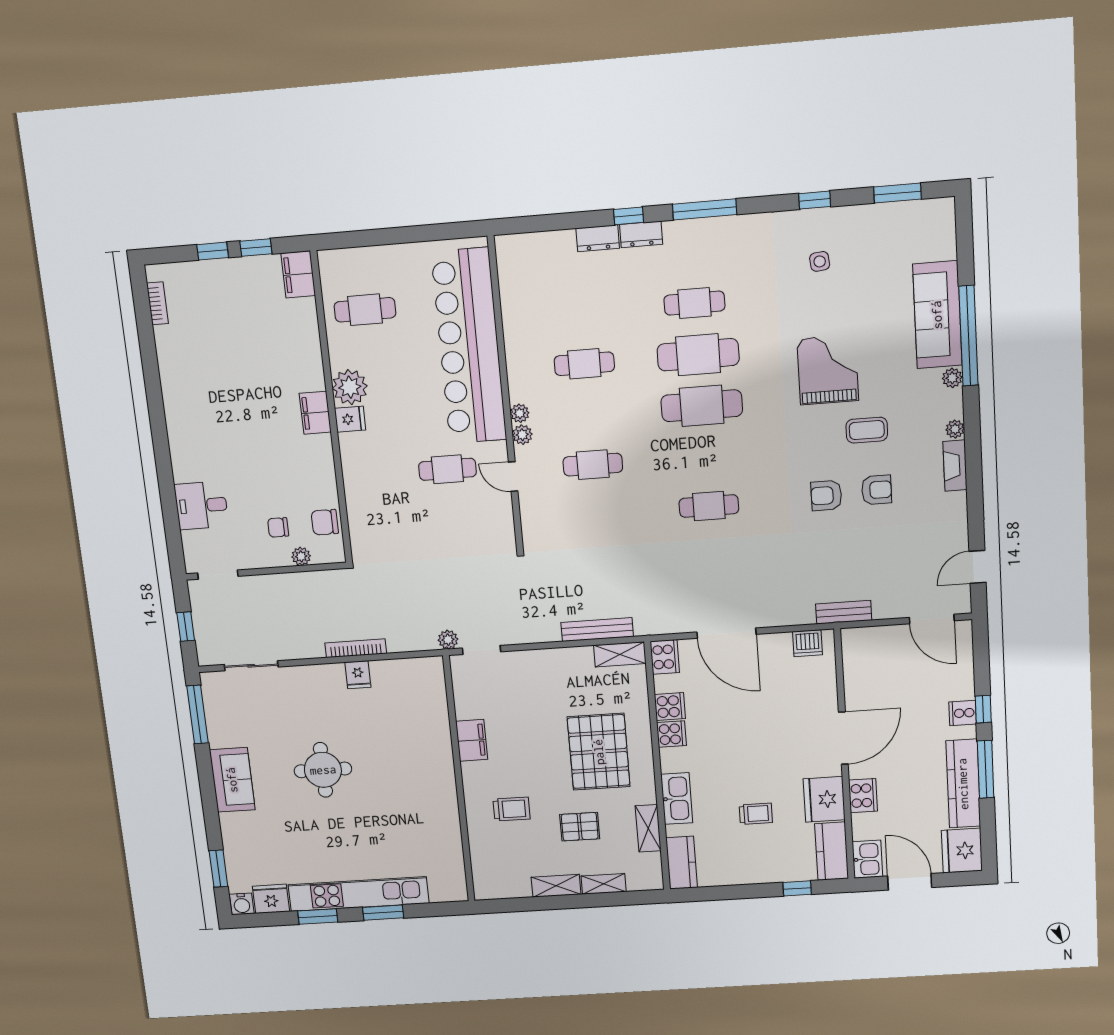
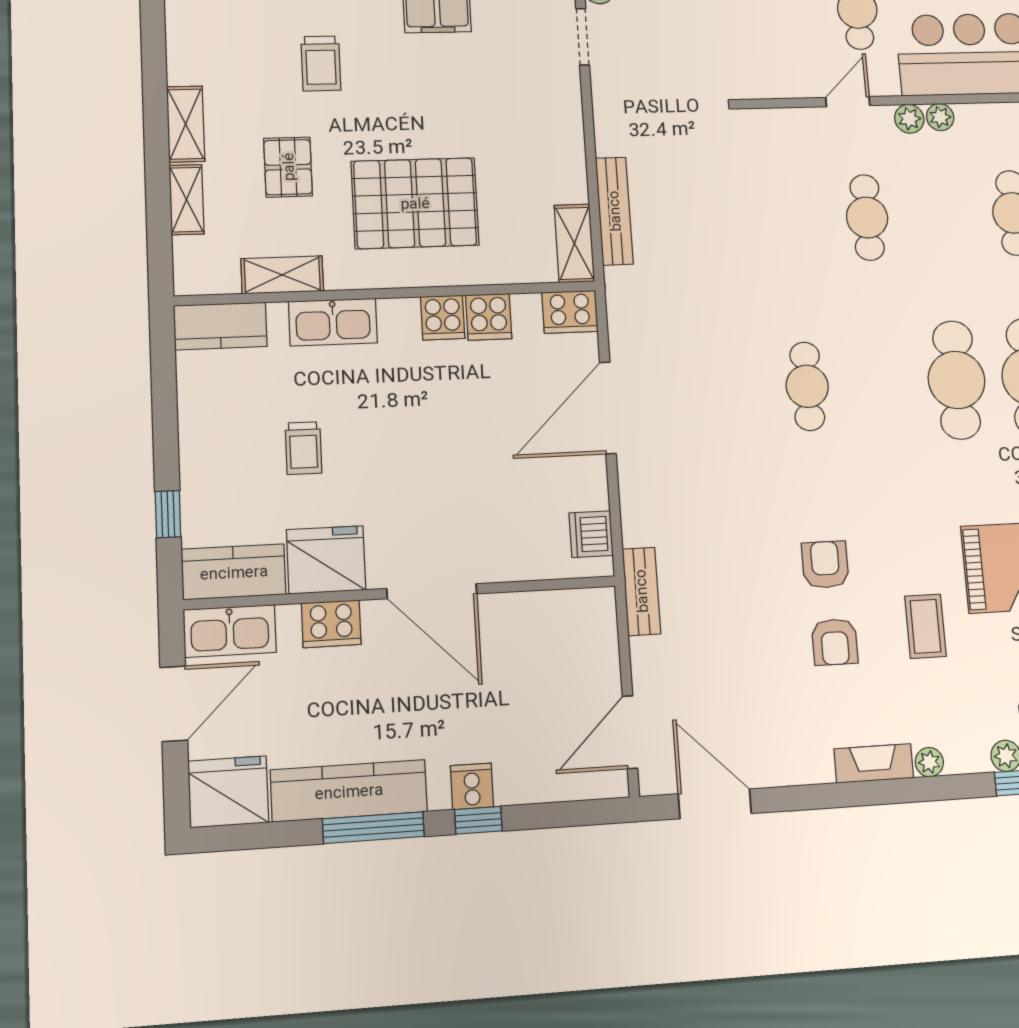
door: (978, 567) -> (715, 804), width x1.38
kitchen sink: (867, 859) -> (230, 631), width x1.38

